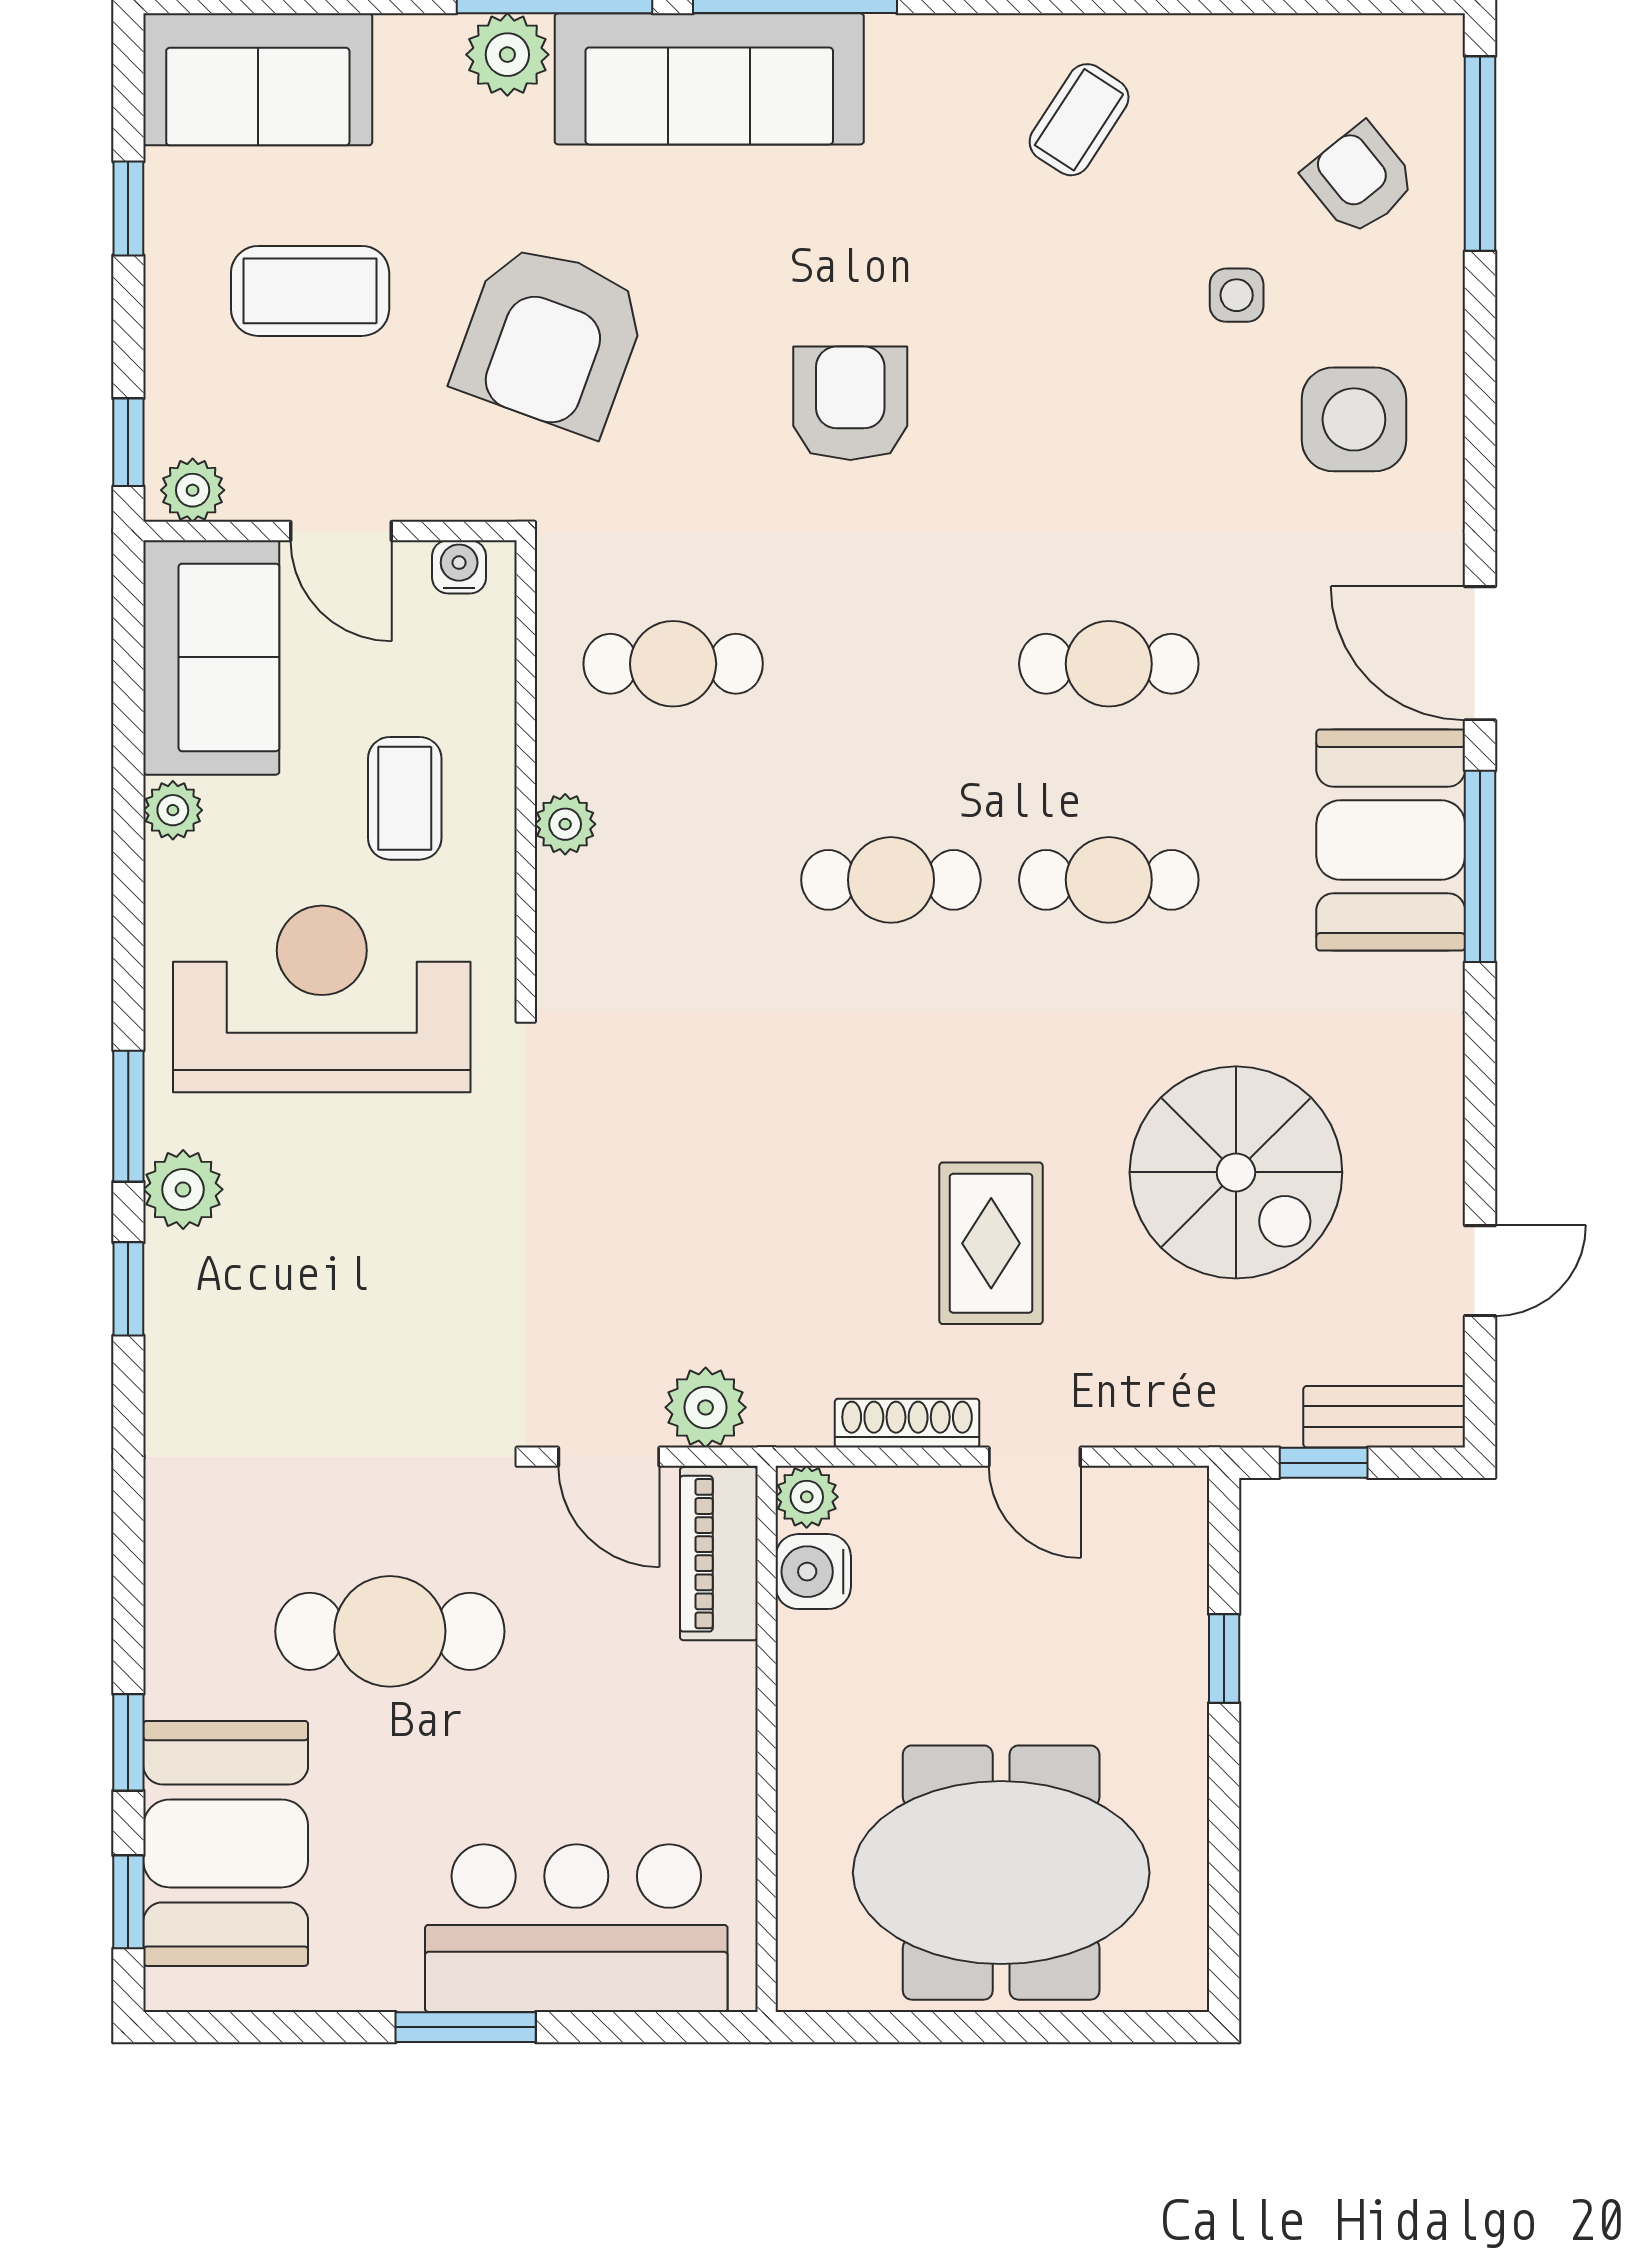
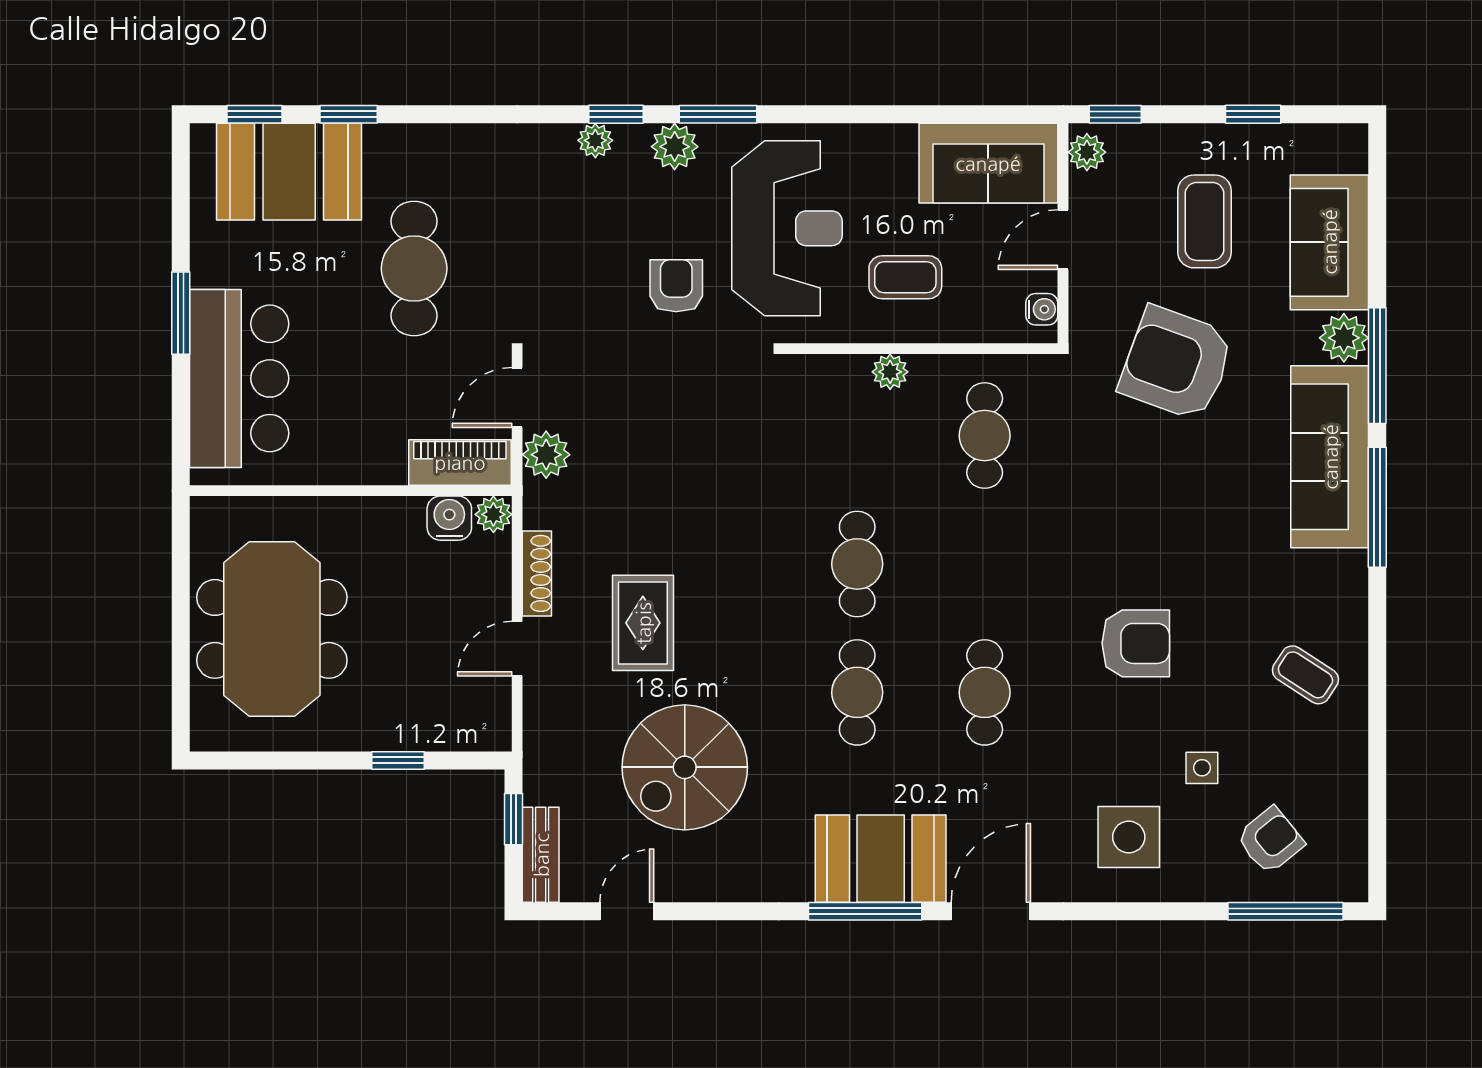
sofa: (258, 79) -> (1329, 242), moved
armchair: (850, 403) -> (1136, 643), moved
plant: (173, 810) -> (595, 140), moved
armchair: (419, 1187) -> (676, 286), added
rug: (991, 1243) -> (643, 623), turned 90
door: (1480, 1271) -> (627, 911), swing flipped

